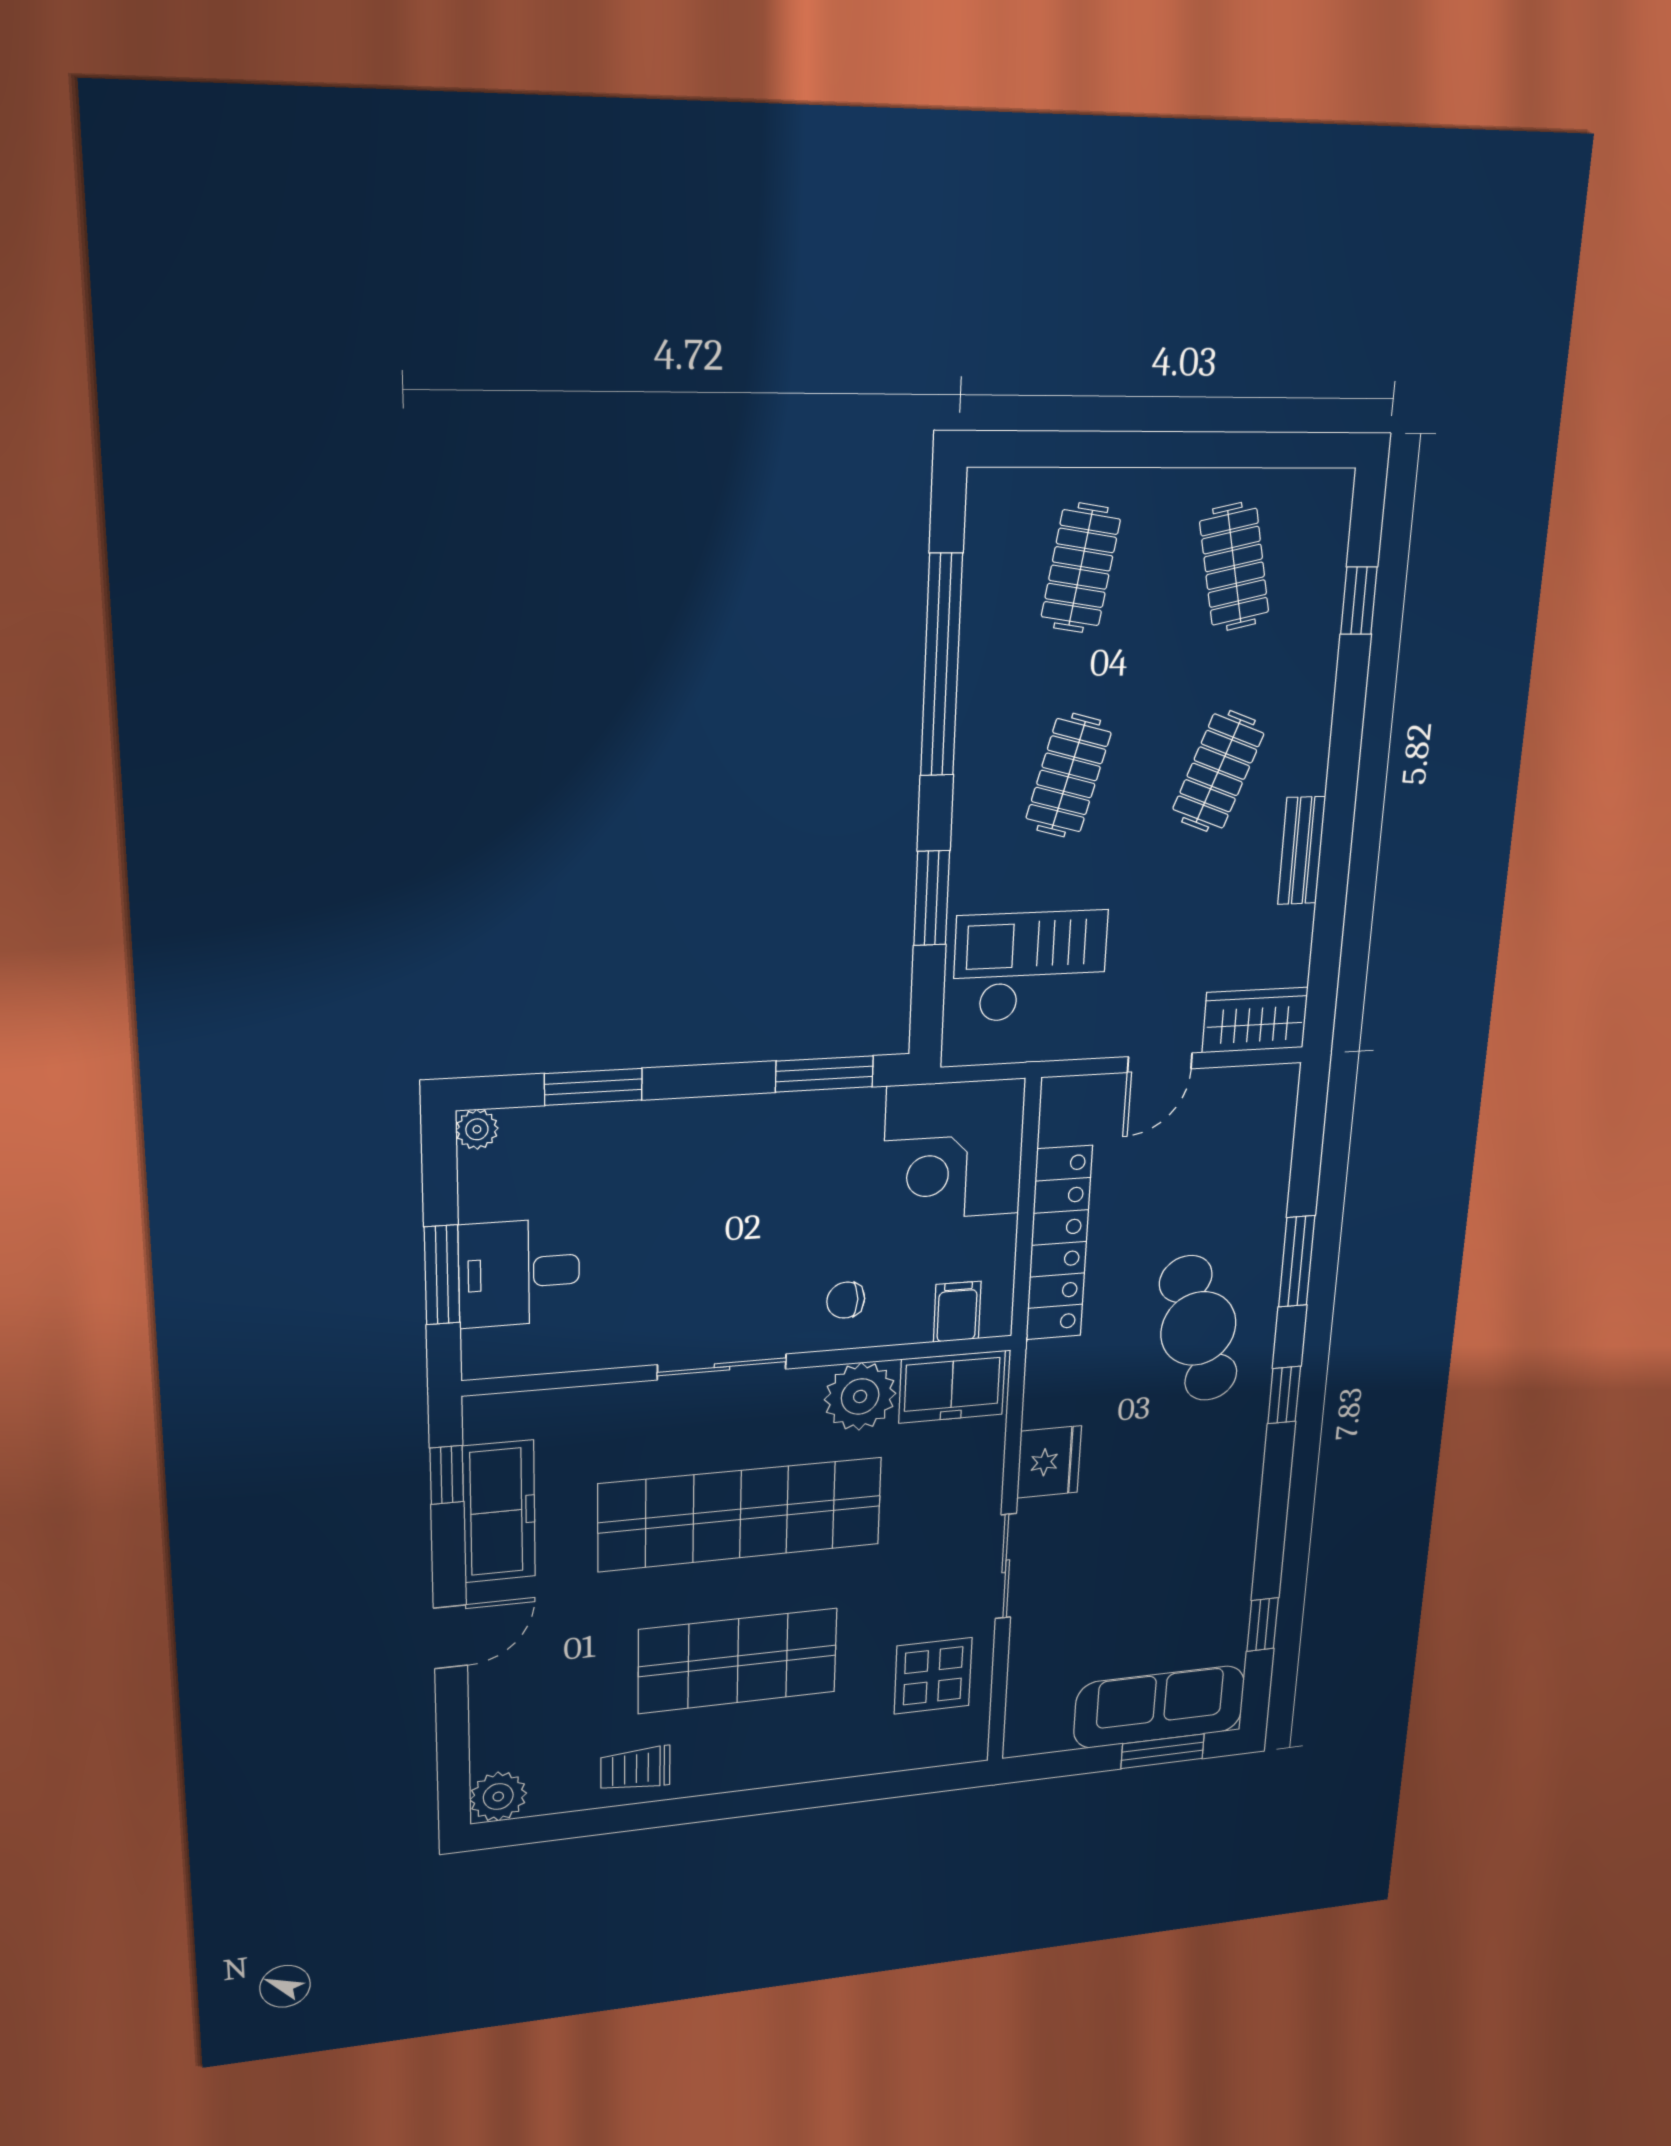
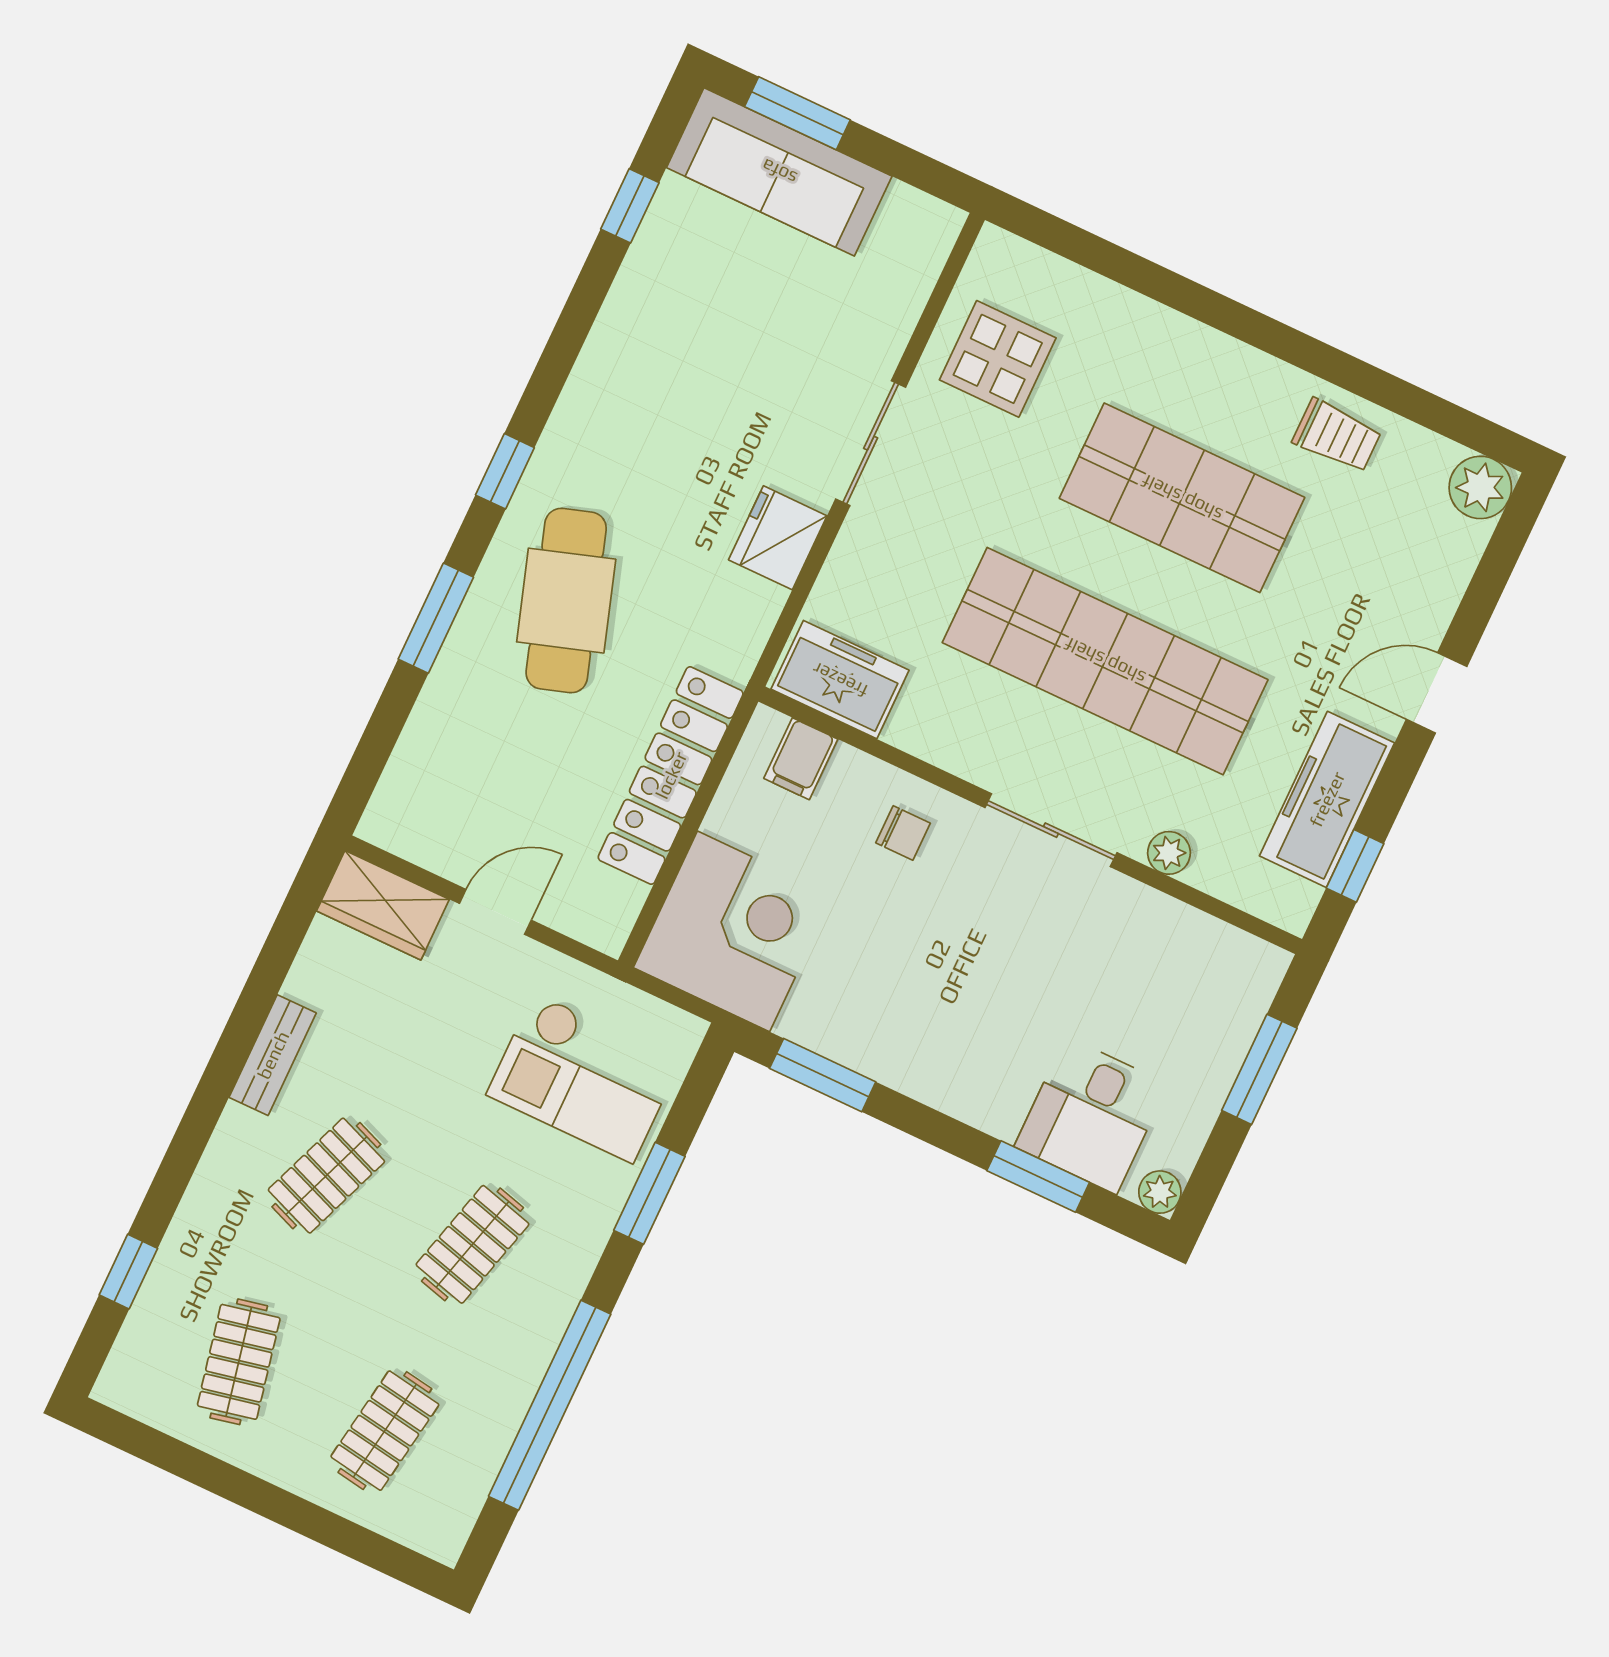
desk: (519, 1273) -> (1091, 1115), moved, turned 90
plant: (860, 1396) -> (1169, 853), moved, width x0.53, depth x0.53

